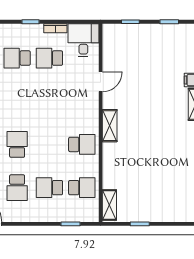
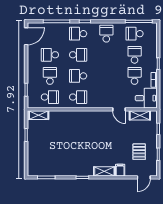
pallet: (165, 51) -> (139, 152), added
shelving: (110, 126) -> (140, 115), moved
school desk: (49, 144) -> (78, 76), added
school desk: (82, 144) -> (78, 97), turned -90
school desk: (82, 188) -> (50, 97), turned -90

